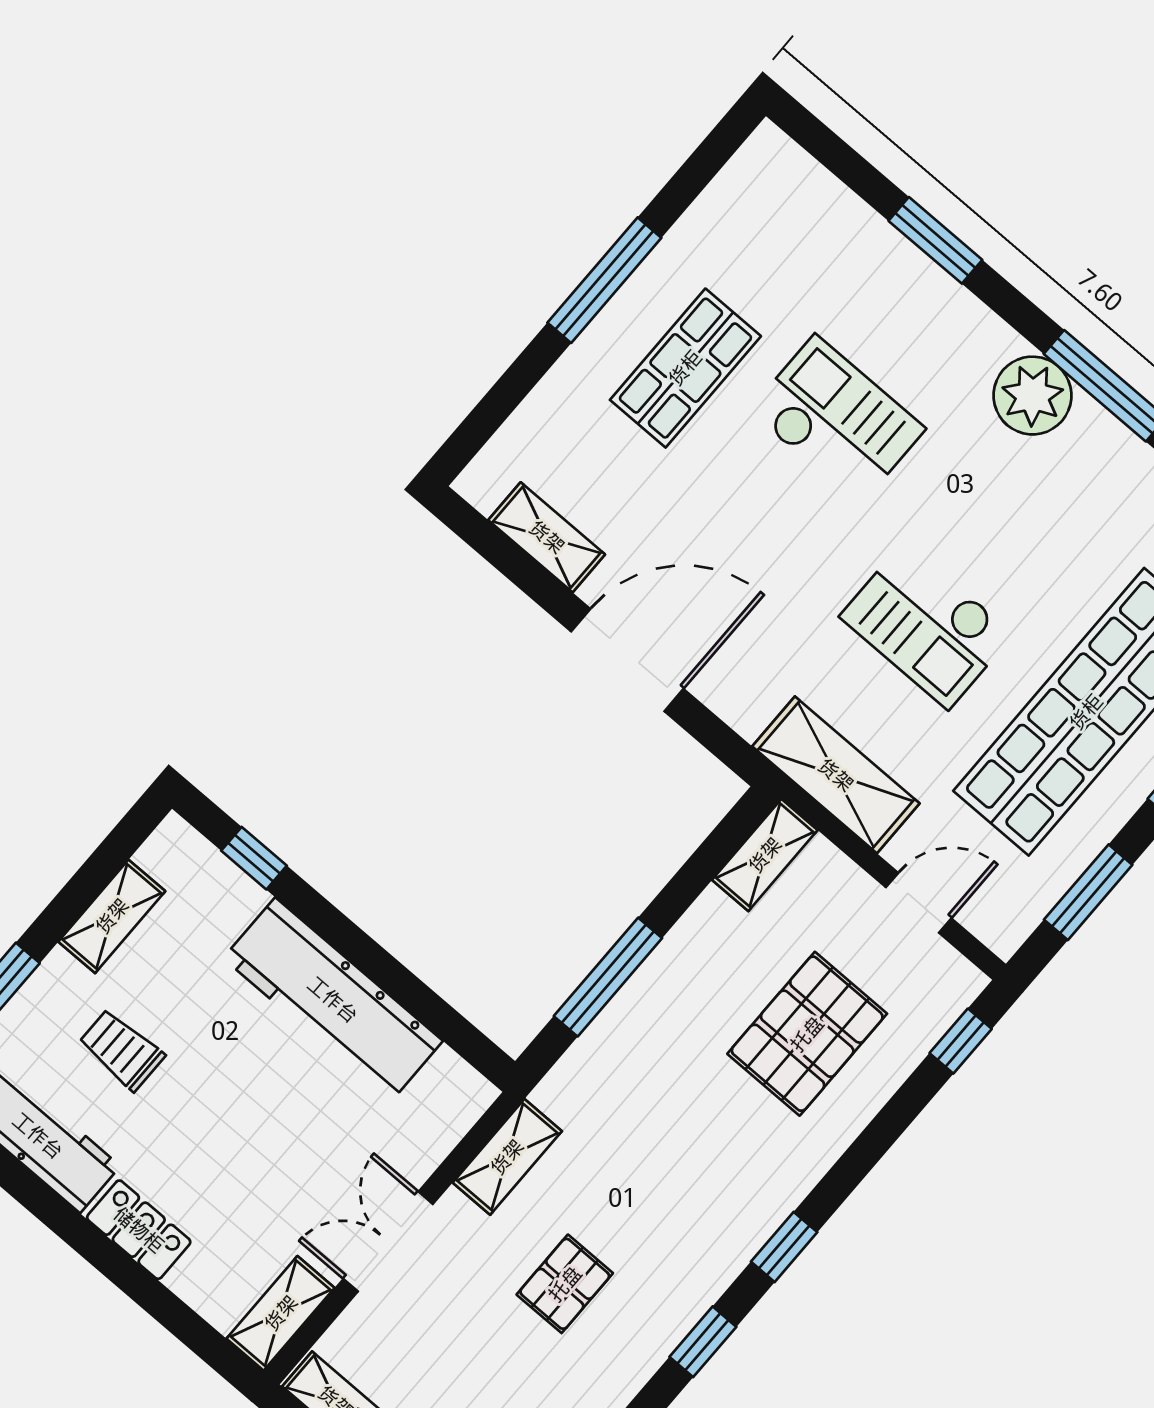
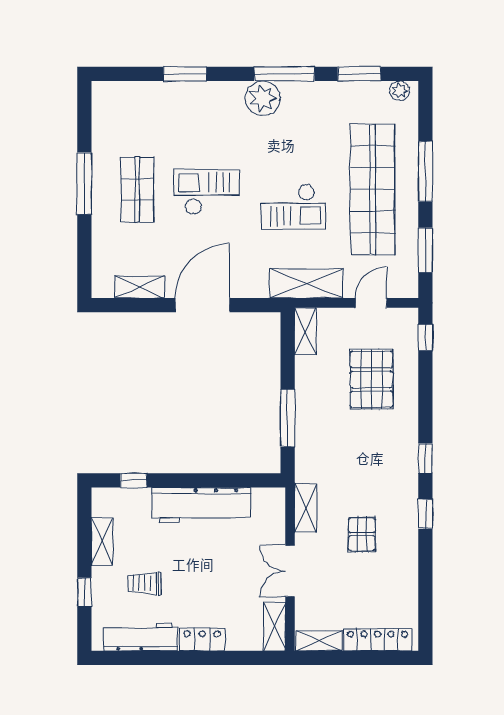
checkout: (837, 420) -> (206, 192), moved

